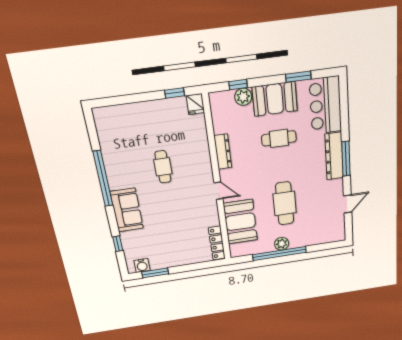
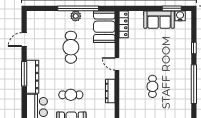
sofa: (127, 210) -> (159, 20), moved, turned -90
booth: (240, 222) -> (104, 27), moved
window: (118, 244) -> (194, 48), moved

